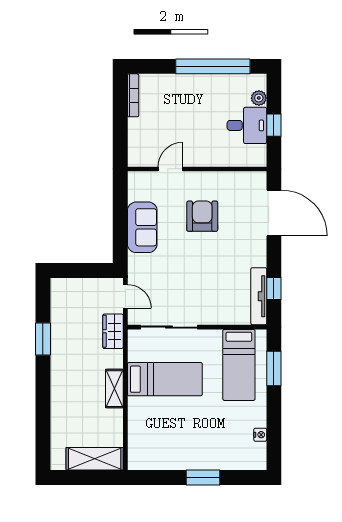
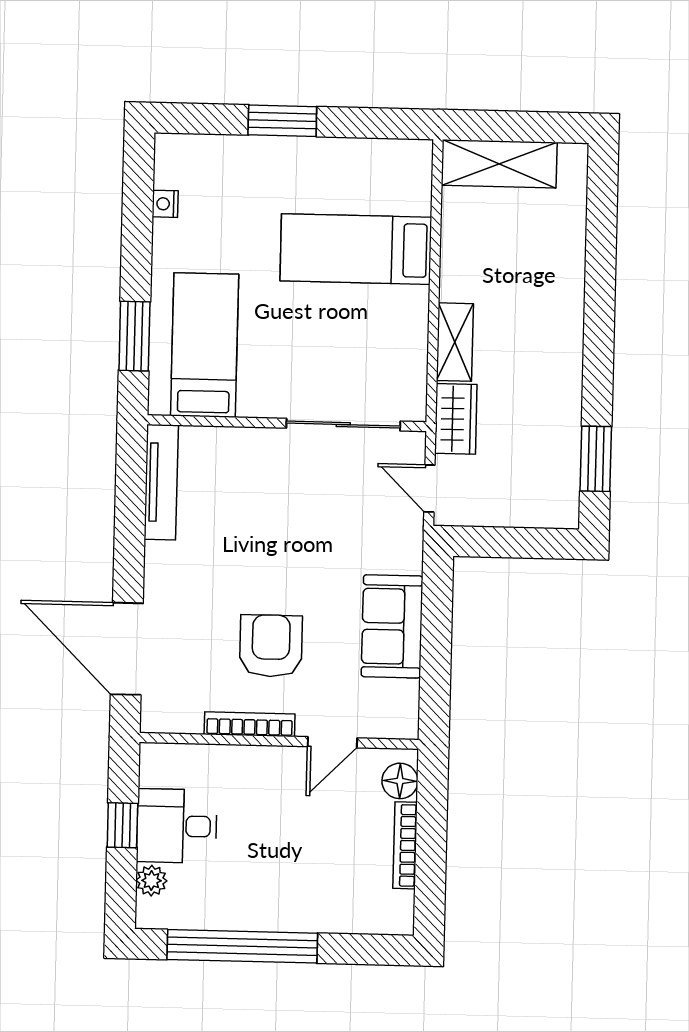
bookcase: (133, 95) -> (405, 845), moved
floor lamp: (136, 151) -> (400, 781), added
bookcase: (212, 177) -> (250, 724), added
armchair: (202, 216) -> (271, 646), turned 180
window: (274, 289) -> (131, 497), removed
window: (43, 339) -> (596, 459), moved
bed: (165, 379) -> (356, 249), moved
shelving: (114, 389) -> (455, 342), moved

